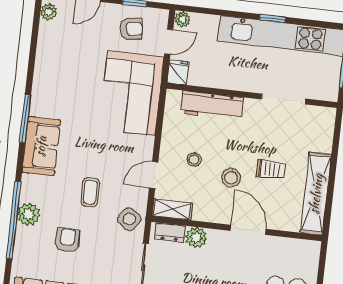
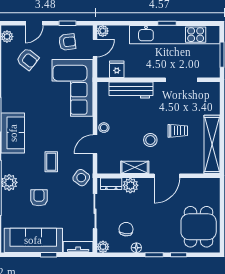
armchair: (74, 46) -> (28, 59), added
fridge: (178, 72) -> (117, 69), moved
stool: (194, 160) -> (104, 128), moved
shelving: (172, 209) -> (135, 167), moved
door: (248, 230) -> (167, 176), swing flipped

